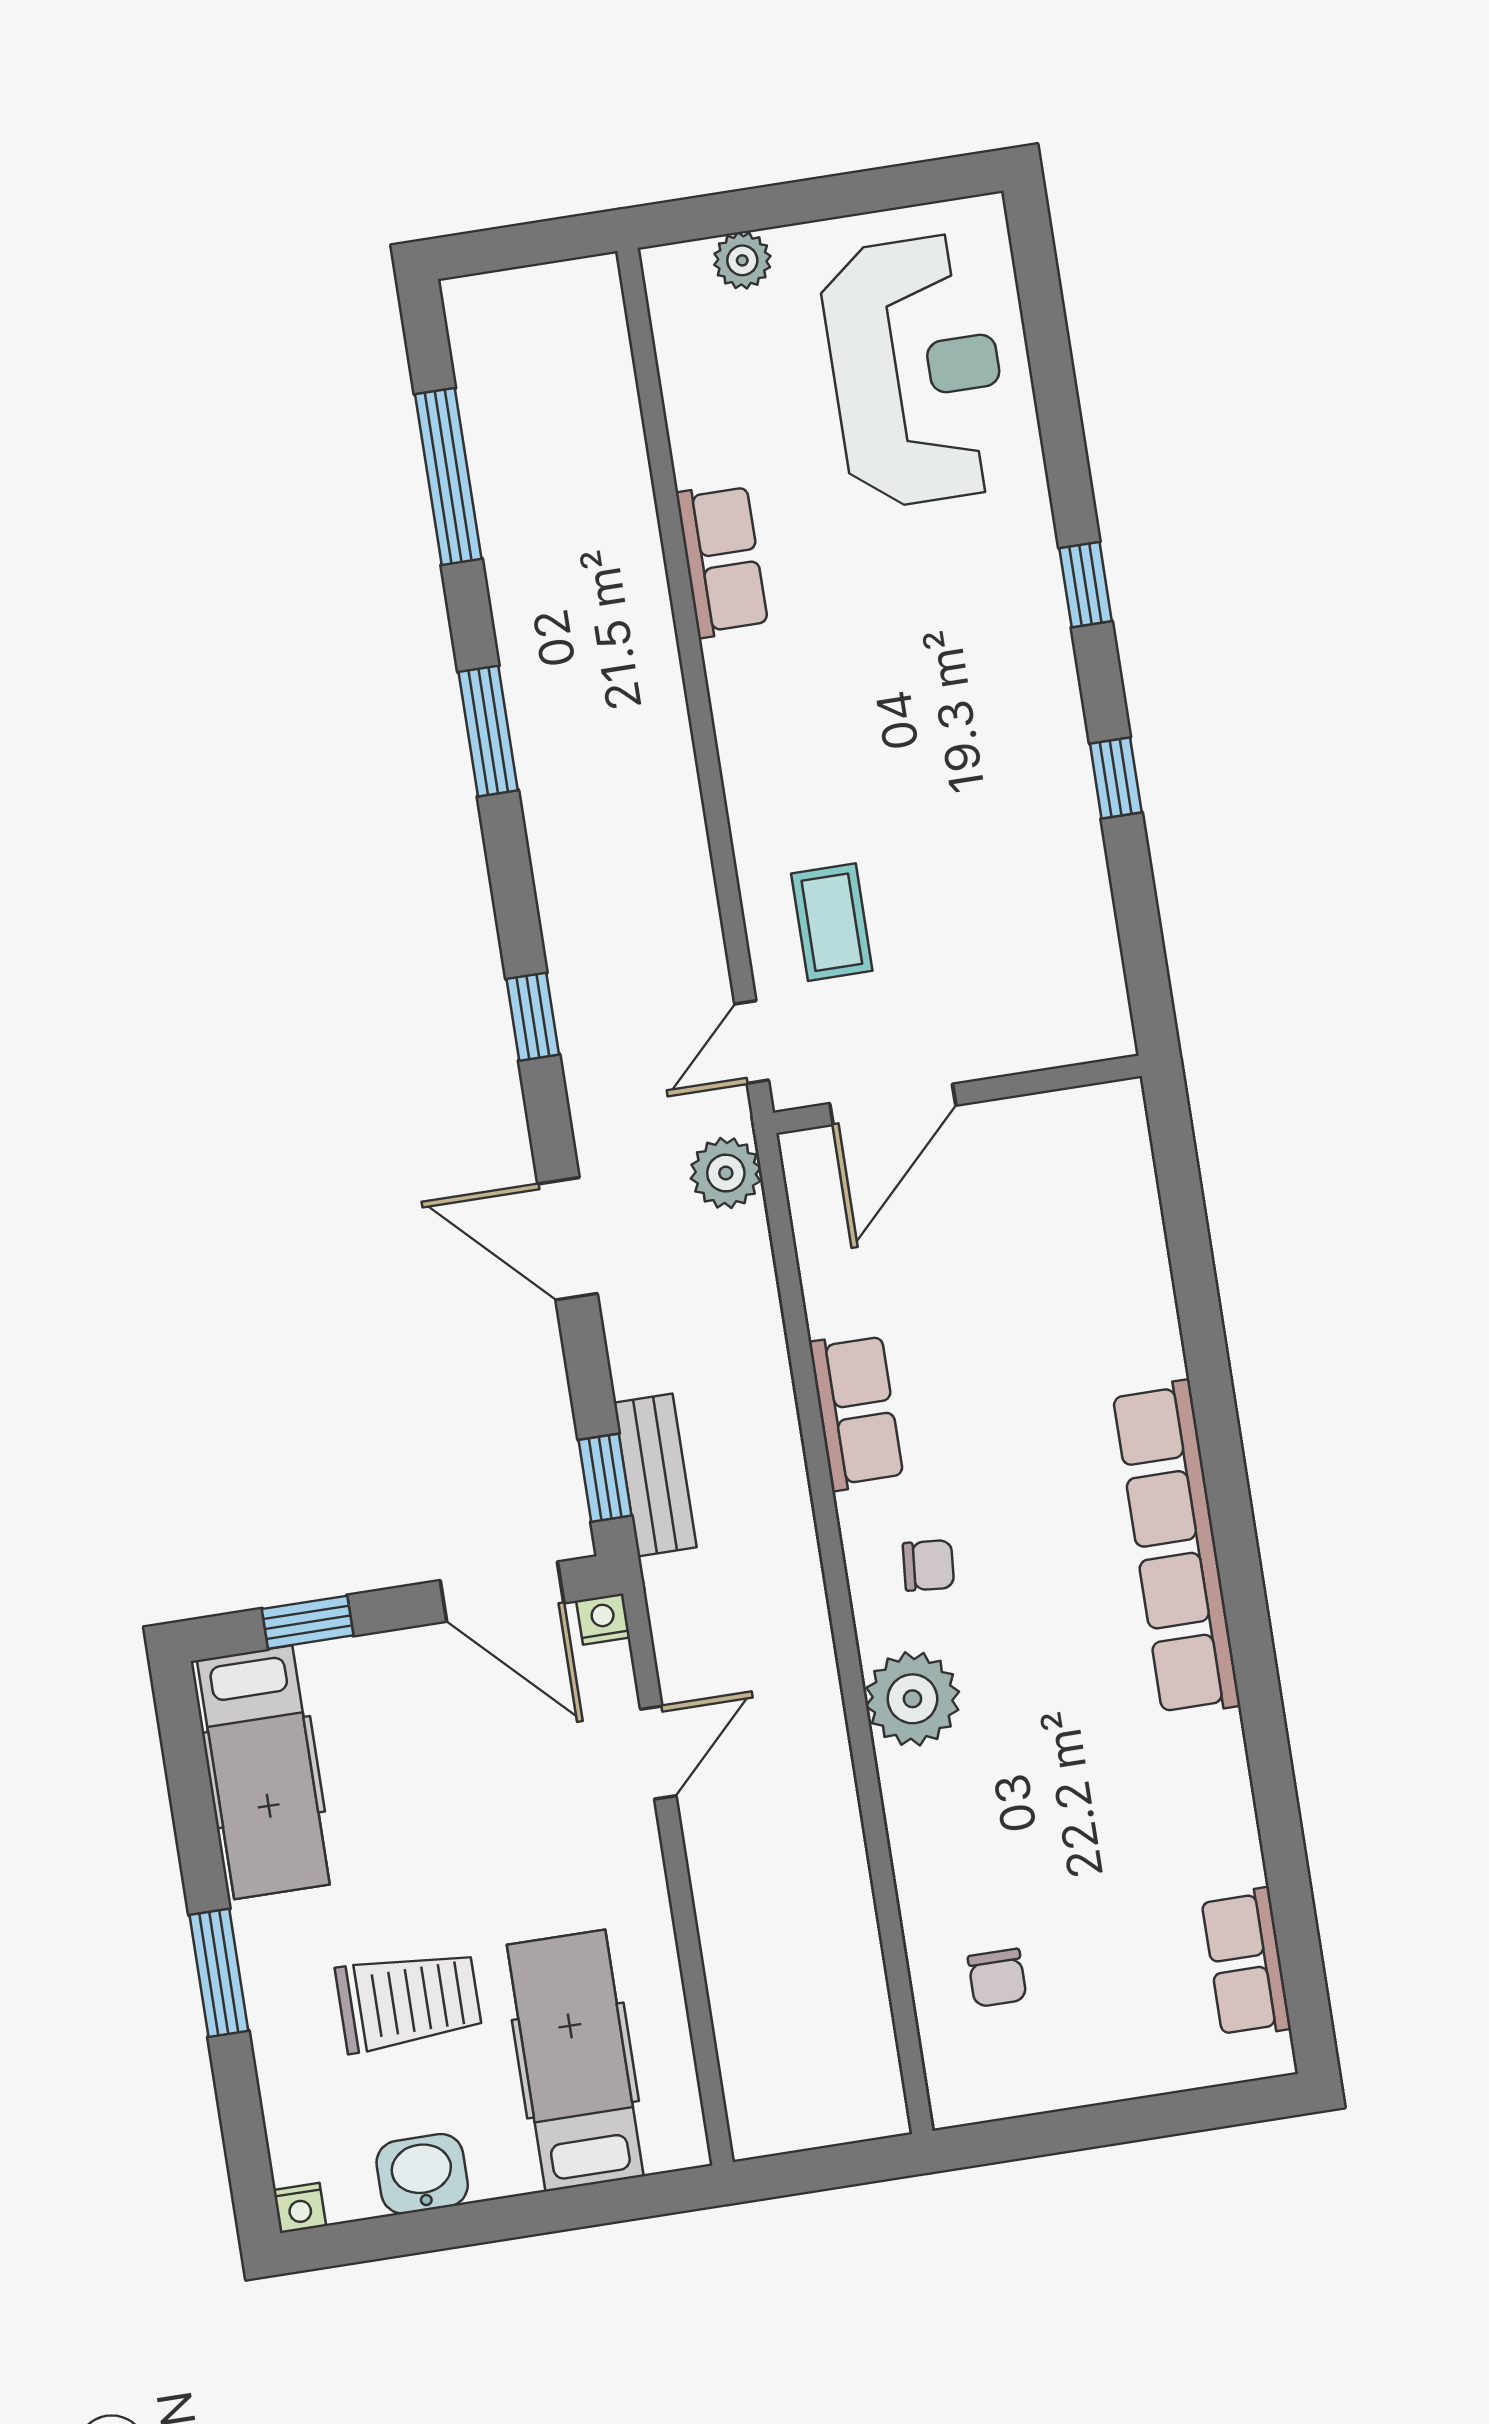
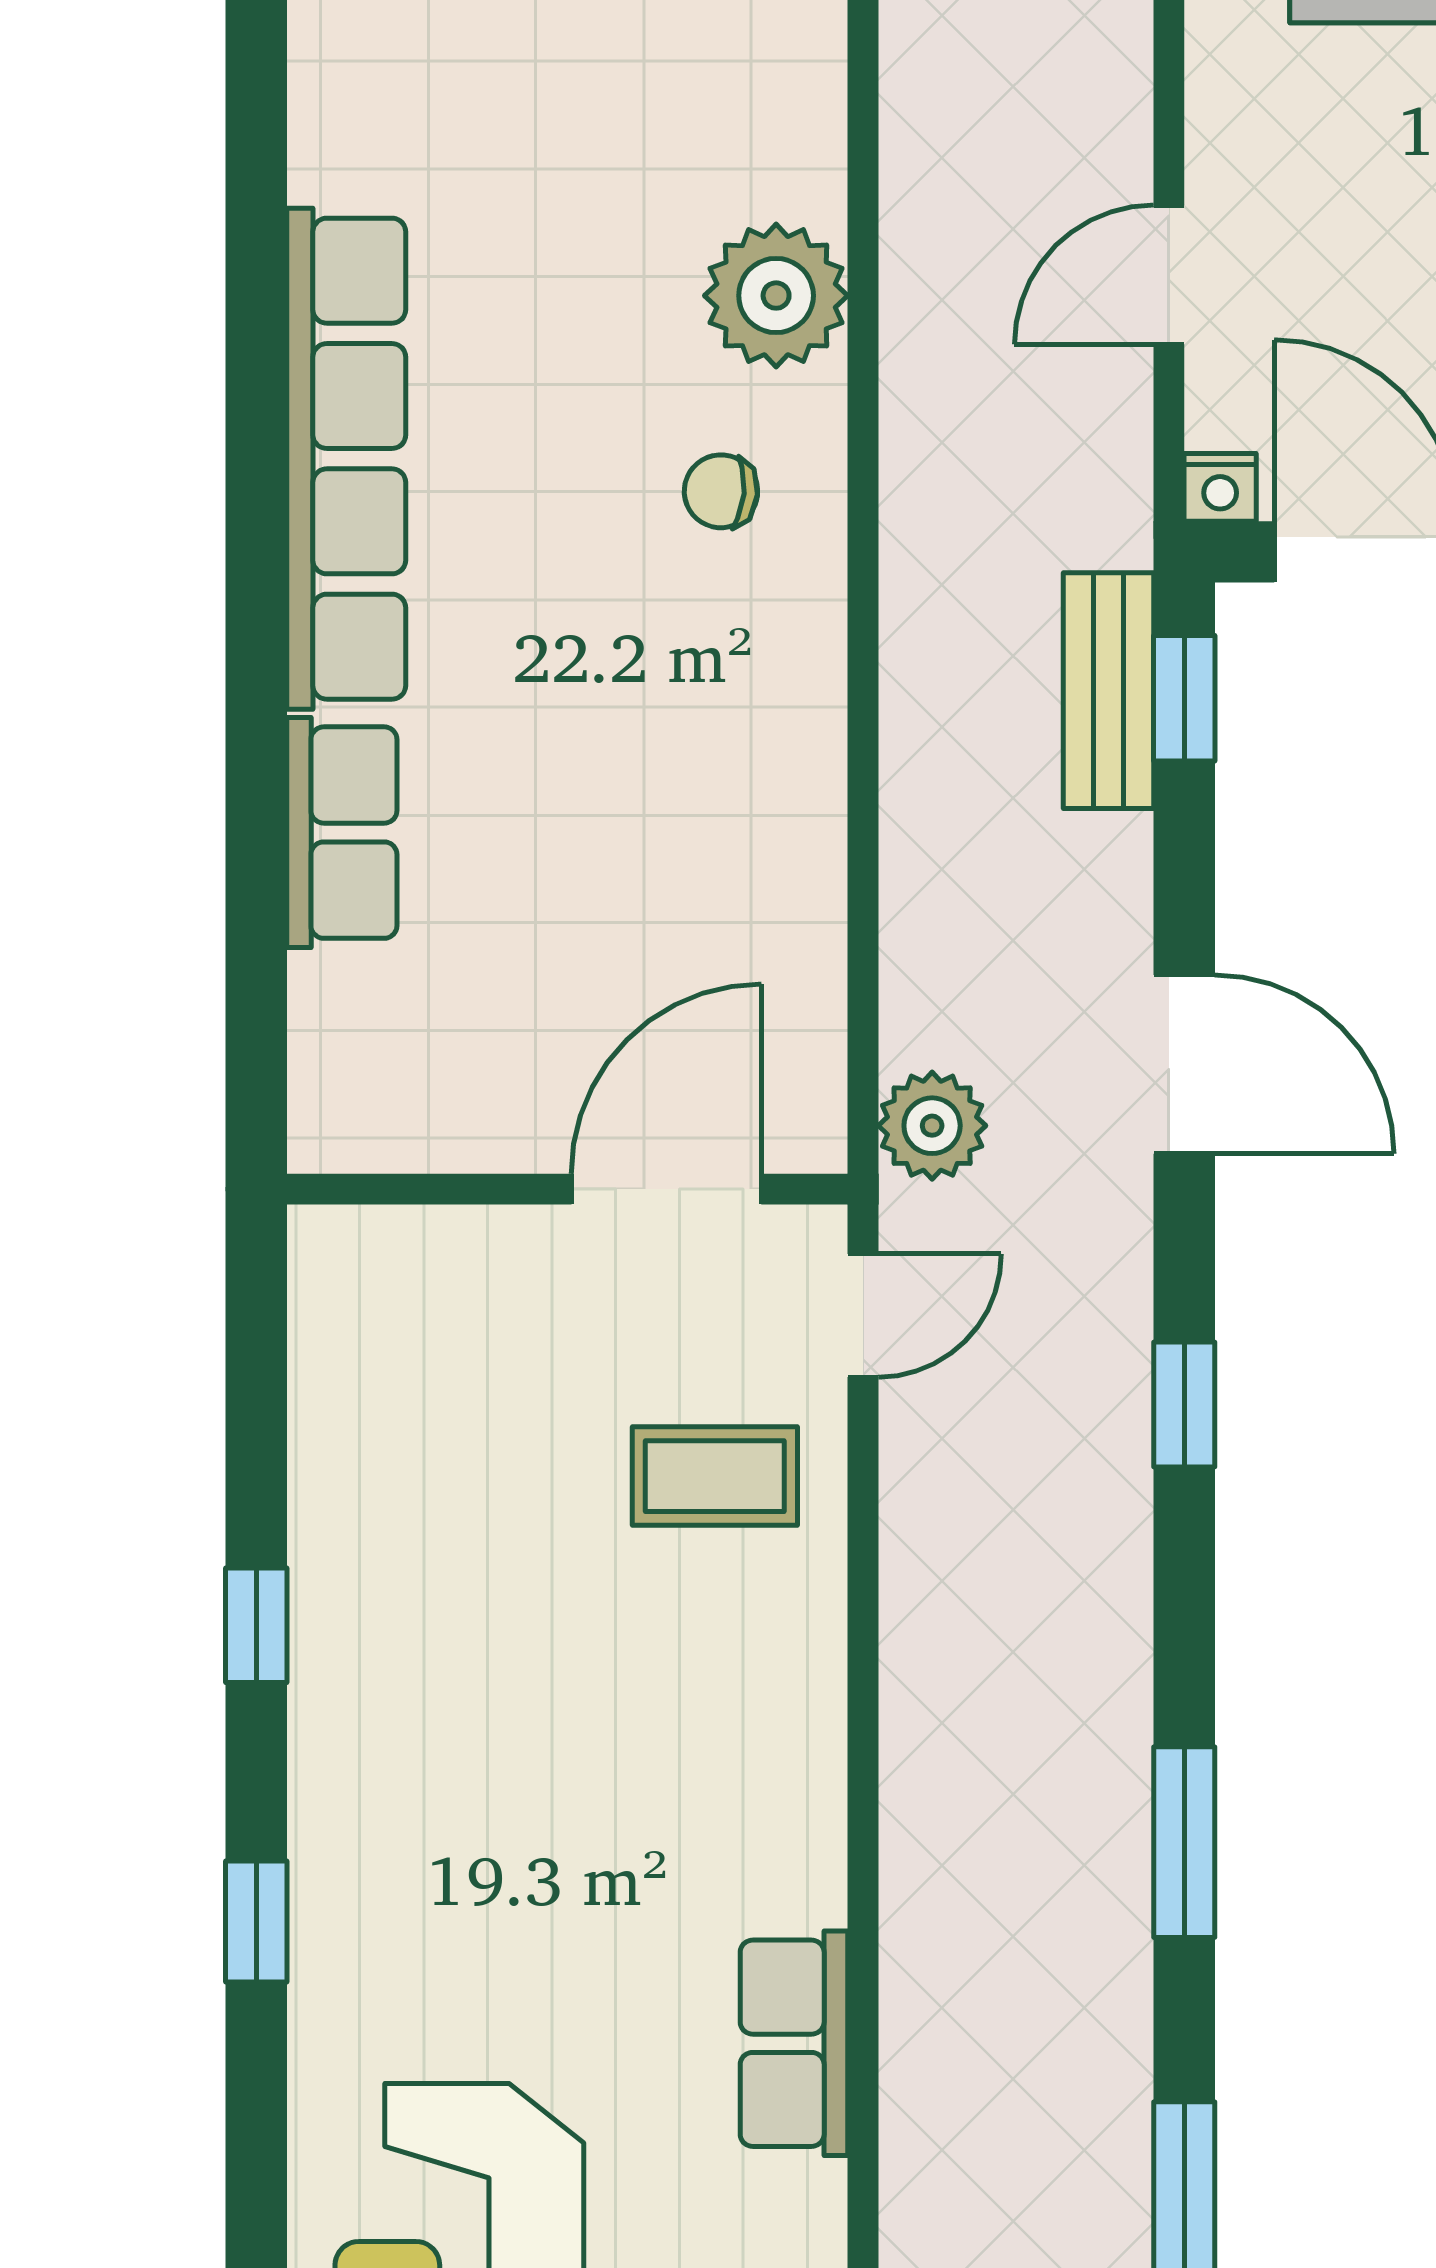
coffee table: (832, 922) -> (715, 1476), turned 90
row of seats: (856, 1411) -> (342, 833), moved, turned 180

